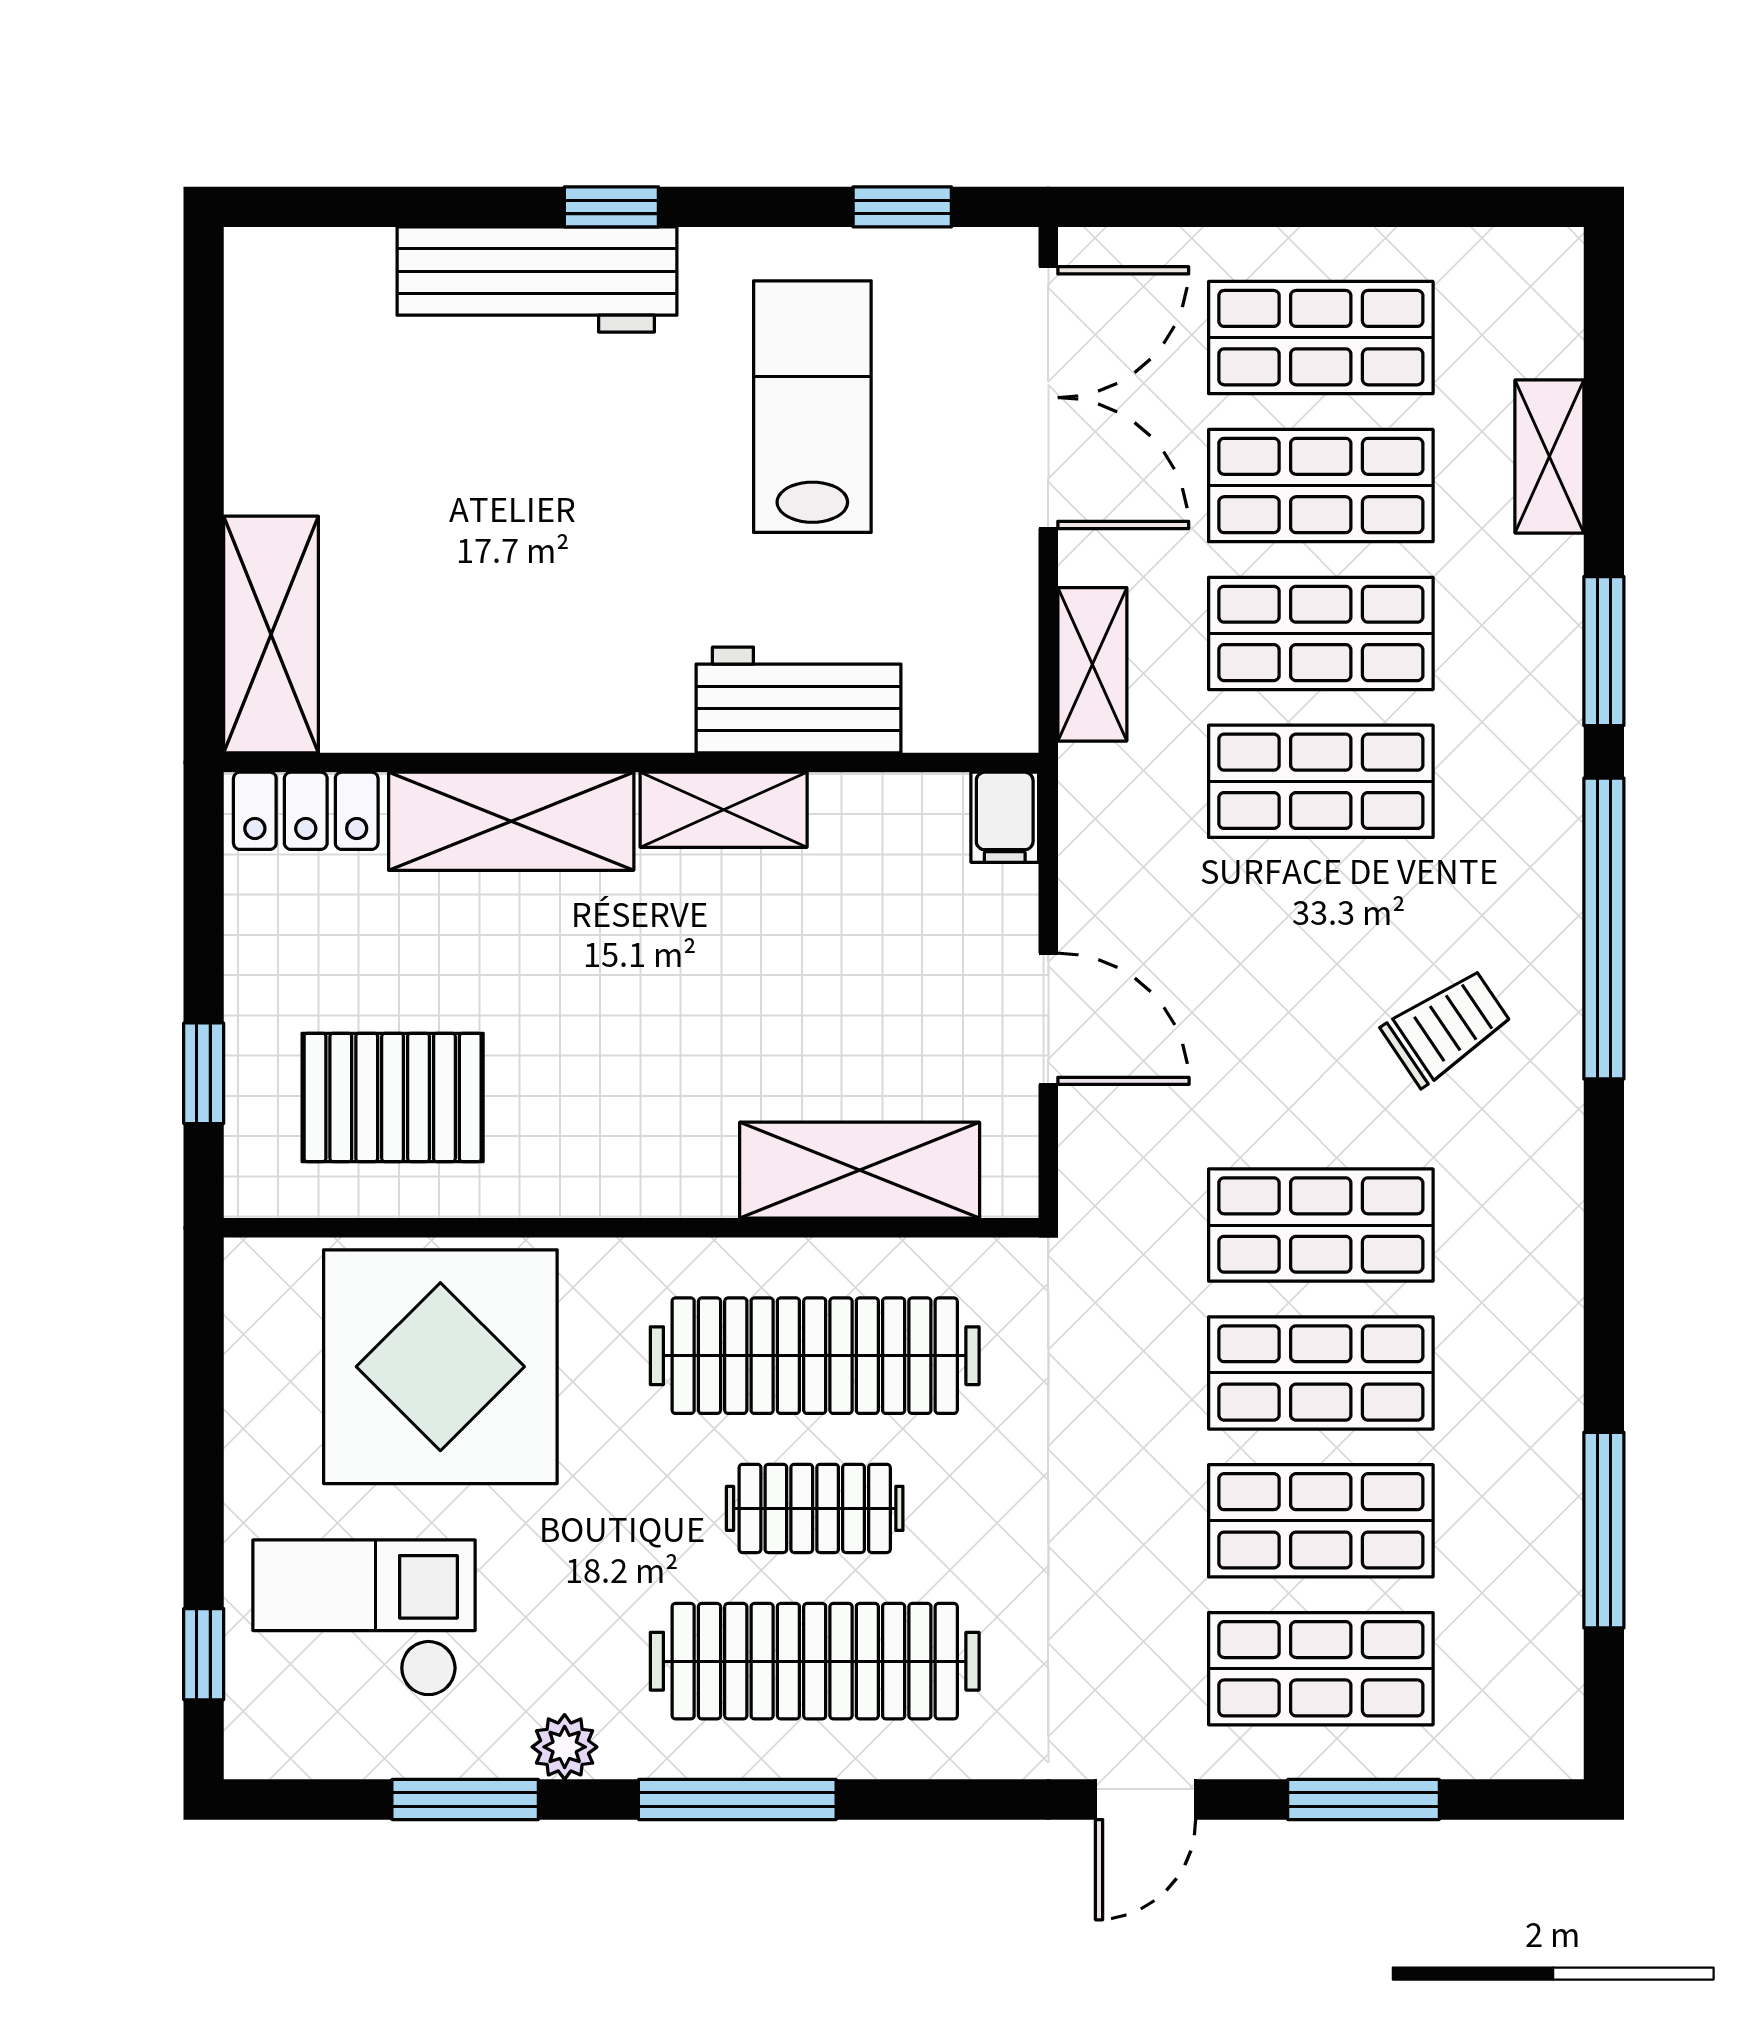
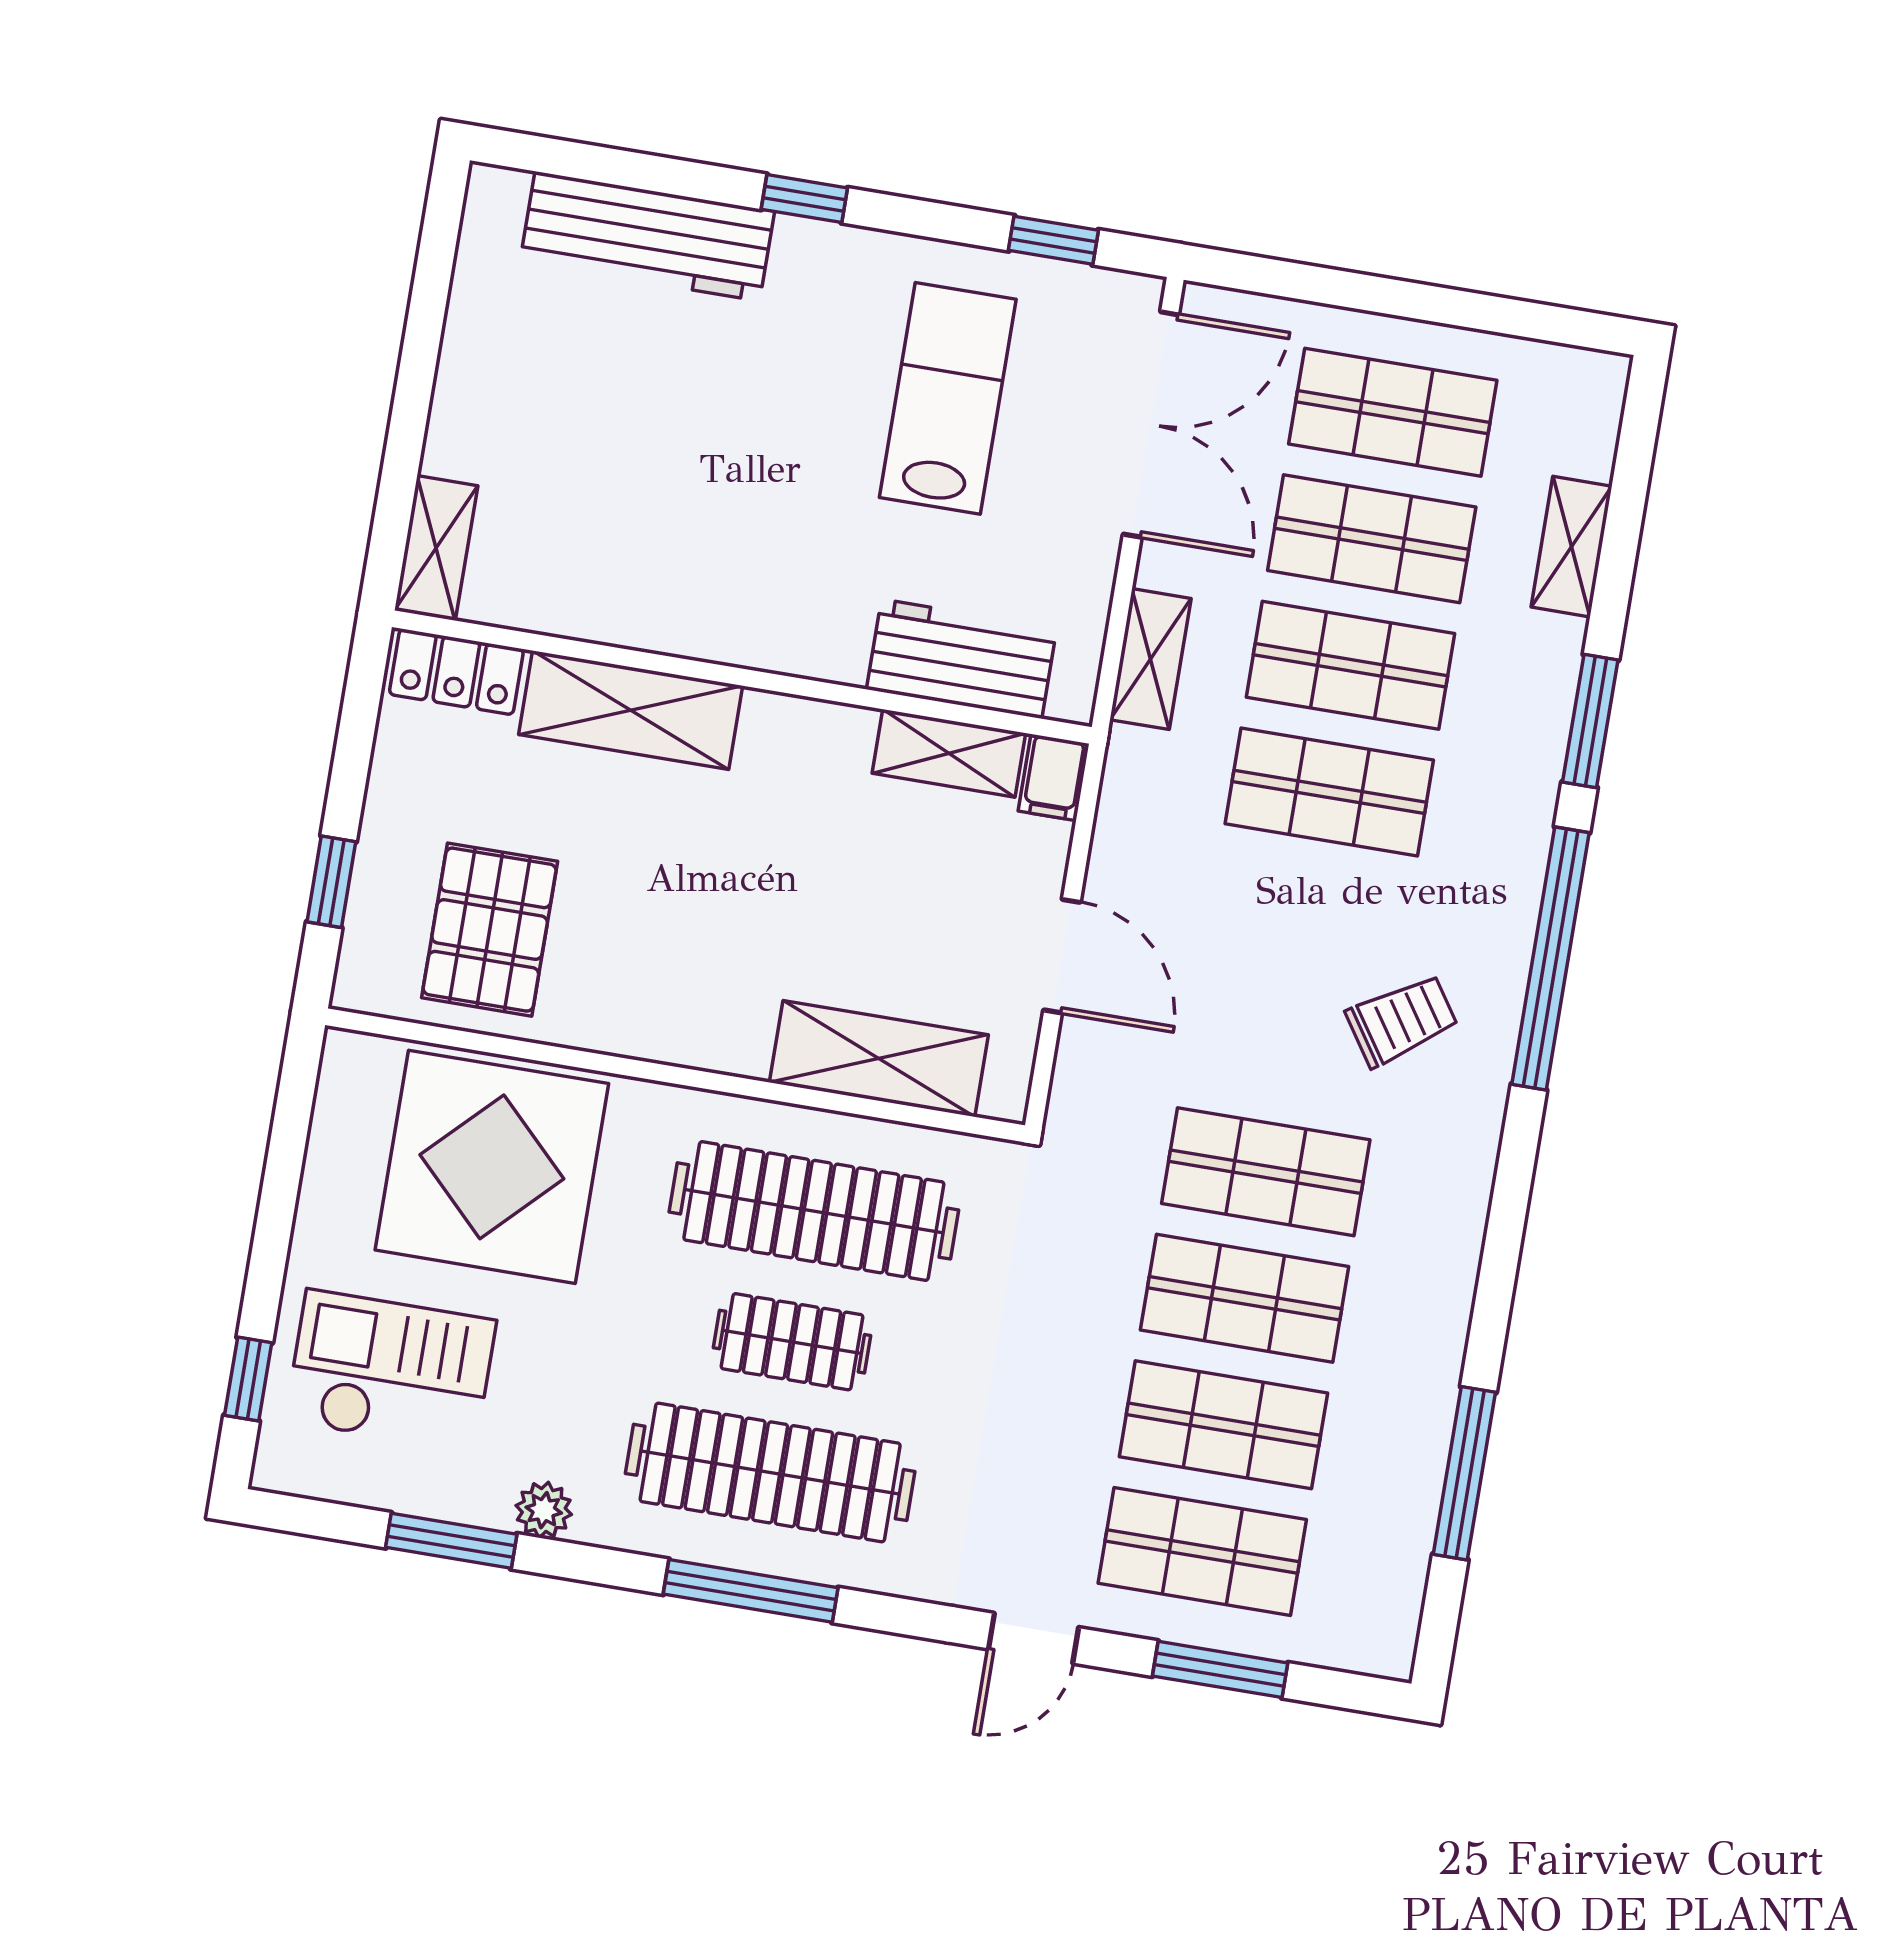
workbench: (537, 279) -> (647, 236), moved
shelving: (271, 635) -> (436, 548), width x0.67, depth x0.75
workbench: (798, 700) -> (962, 659), moved
shelving: (724, 810) -> (949, 753), moved
pallet: (393, 1097) -> (490, 930), turned 90
window: (737, 1800) -> (751, 1591), moved

